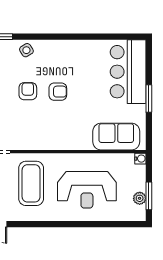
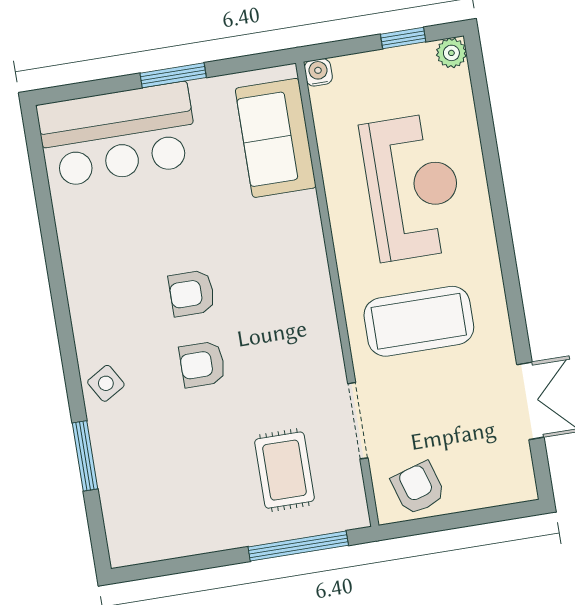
armchair: (58, 92) -> (192, 293), turned -90
window: (149, 196) -> (403, 38), width x0.67
plant: (140, 198) -> (451, 53), moved

